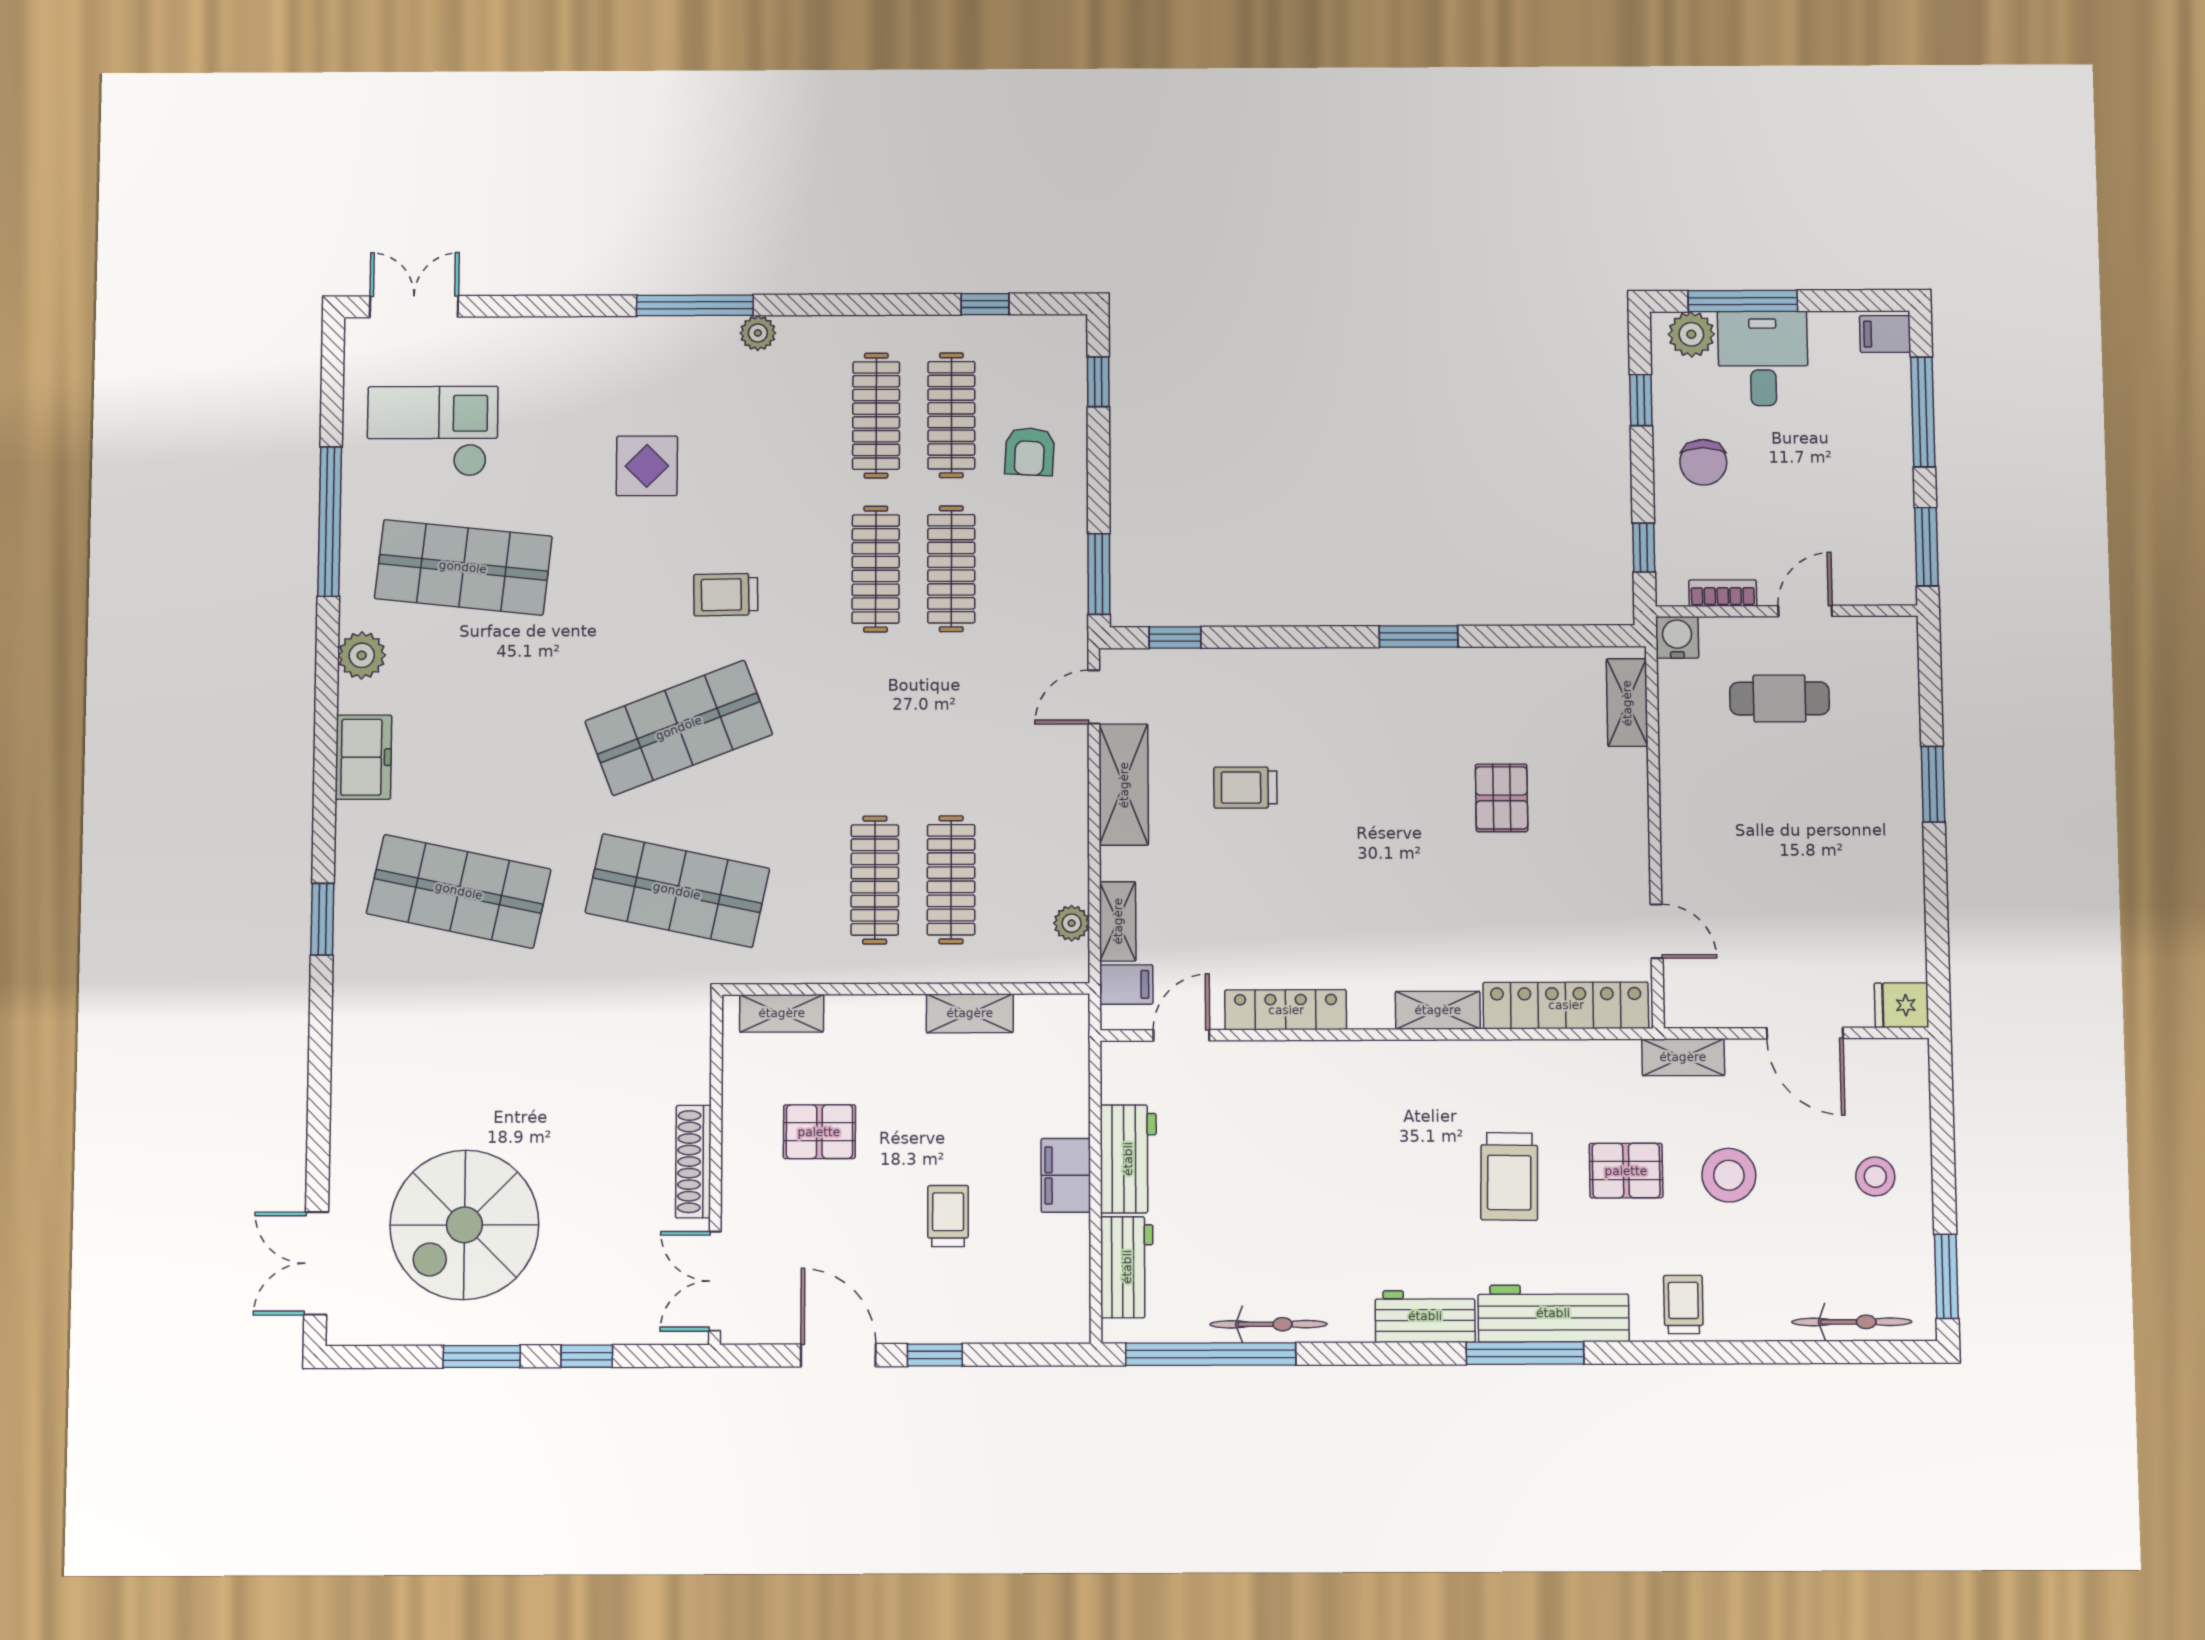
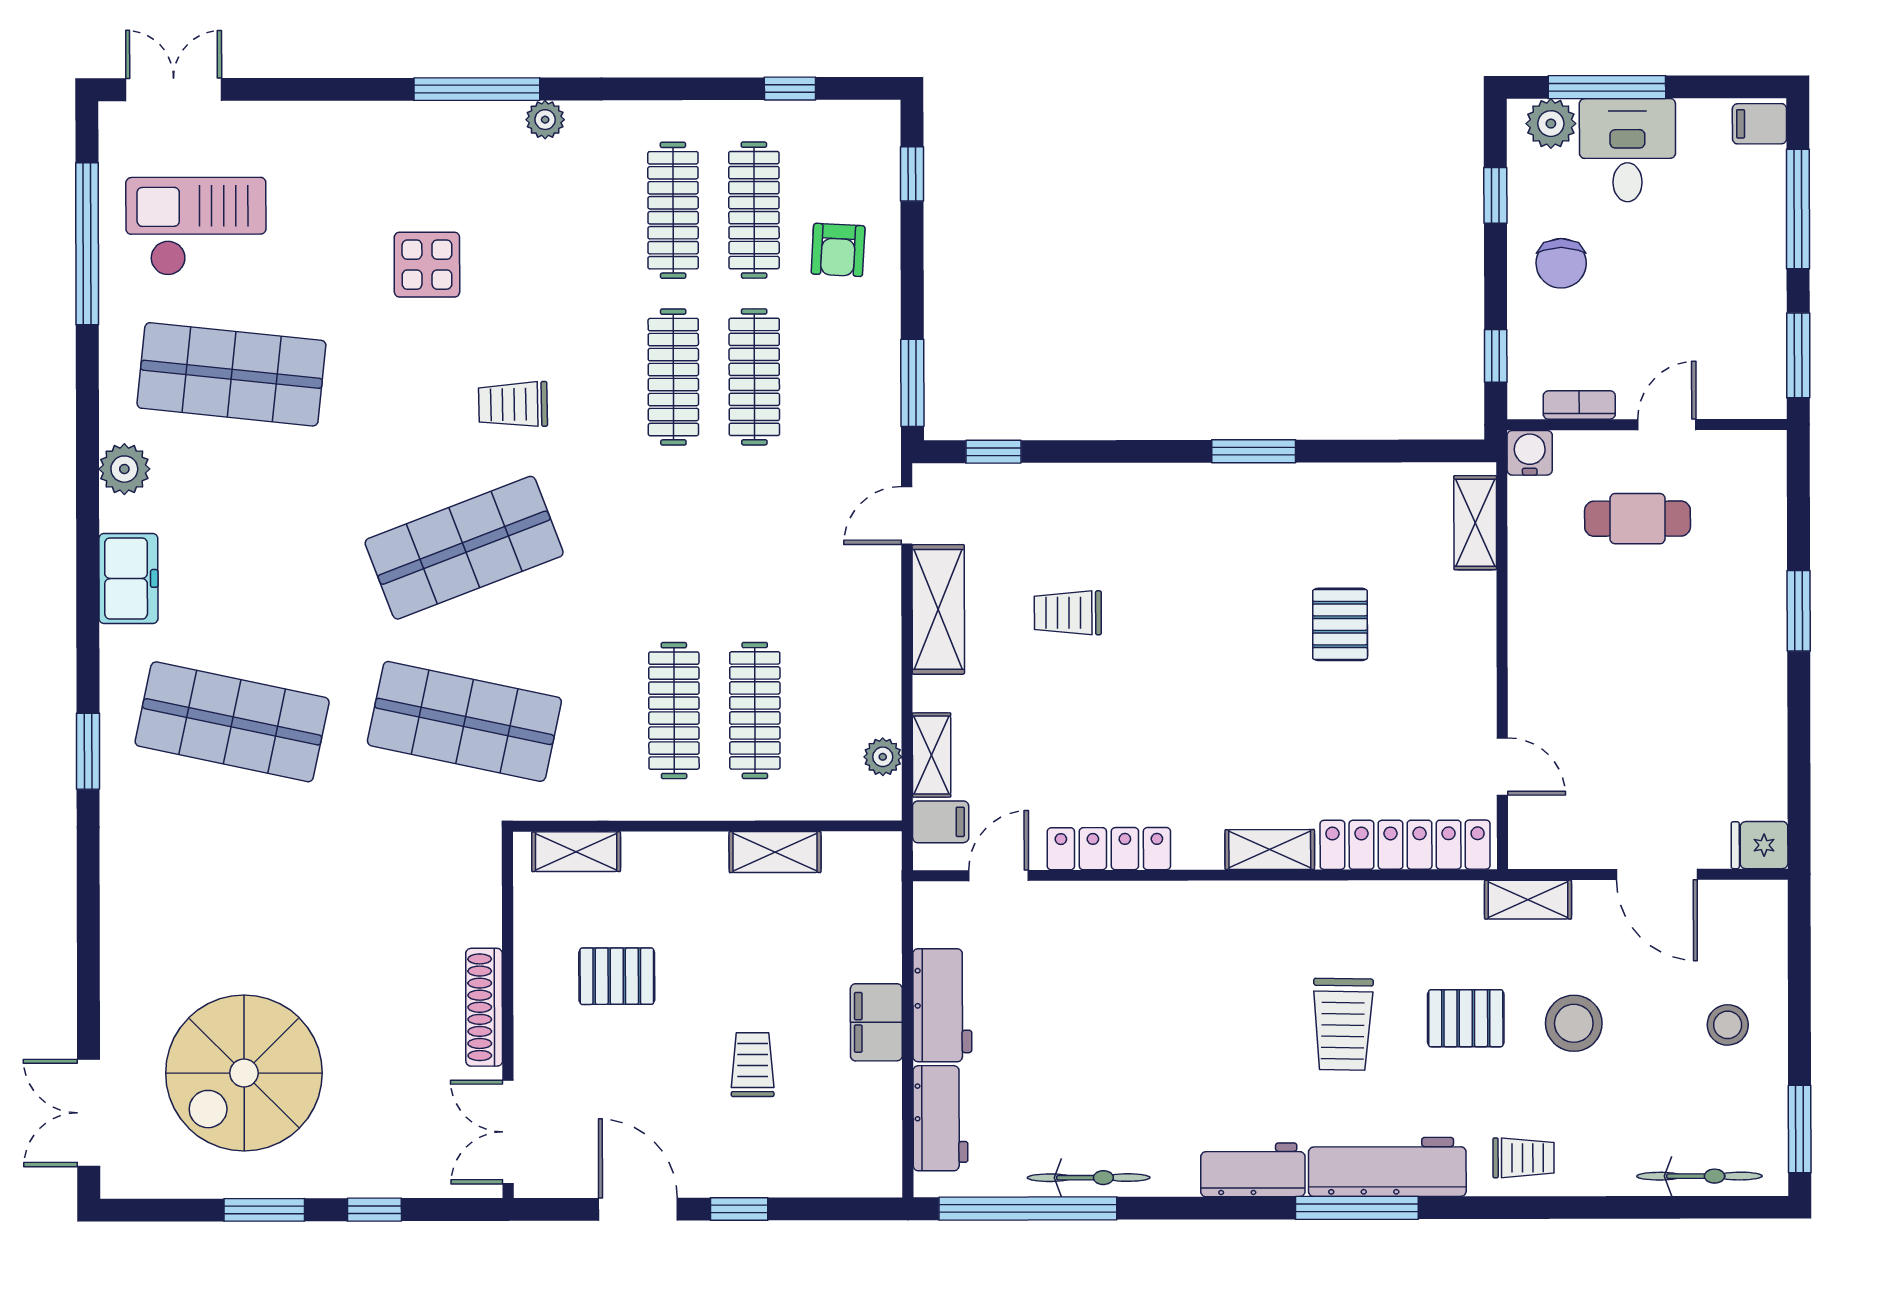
window: (330, 522) -> (87, 244), moved
trolley: (1683, 1304) -> (1524, 1158), turned 90

